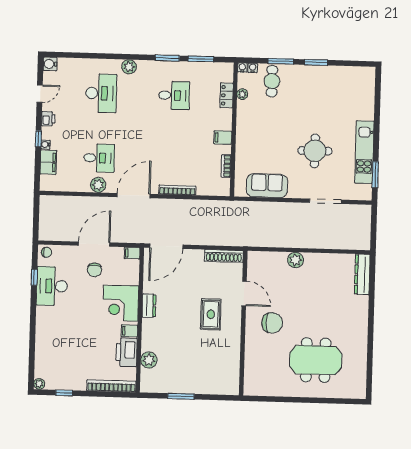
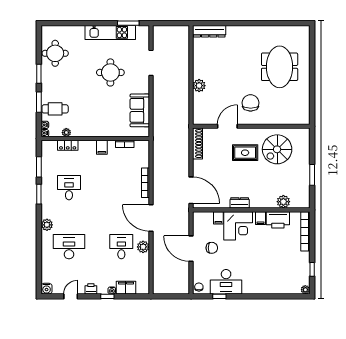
round table: (341, 83) -> (55, 53), added
door: (40, 94) -> (71, 296), hinge flipped
filing cabinet: (132, 253) -> (218, 218), moved
spiral stairs: (214, 354) -> (277, 149), added

